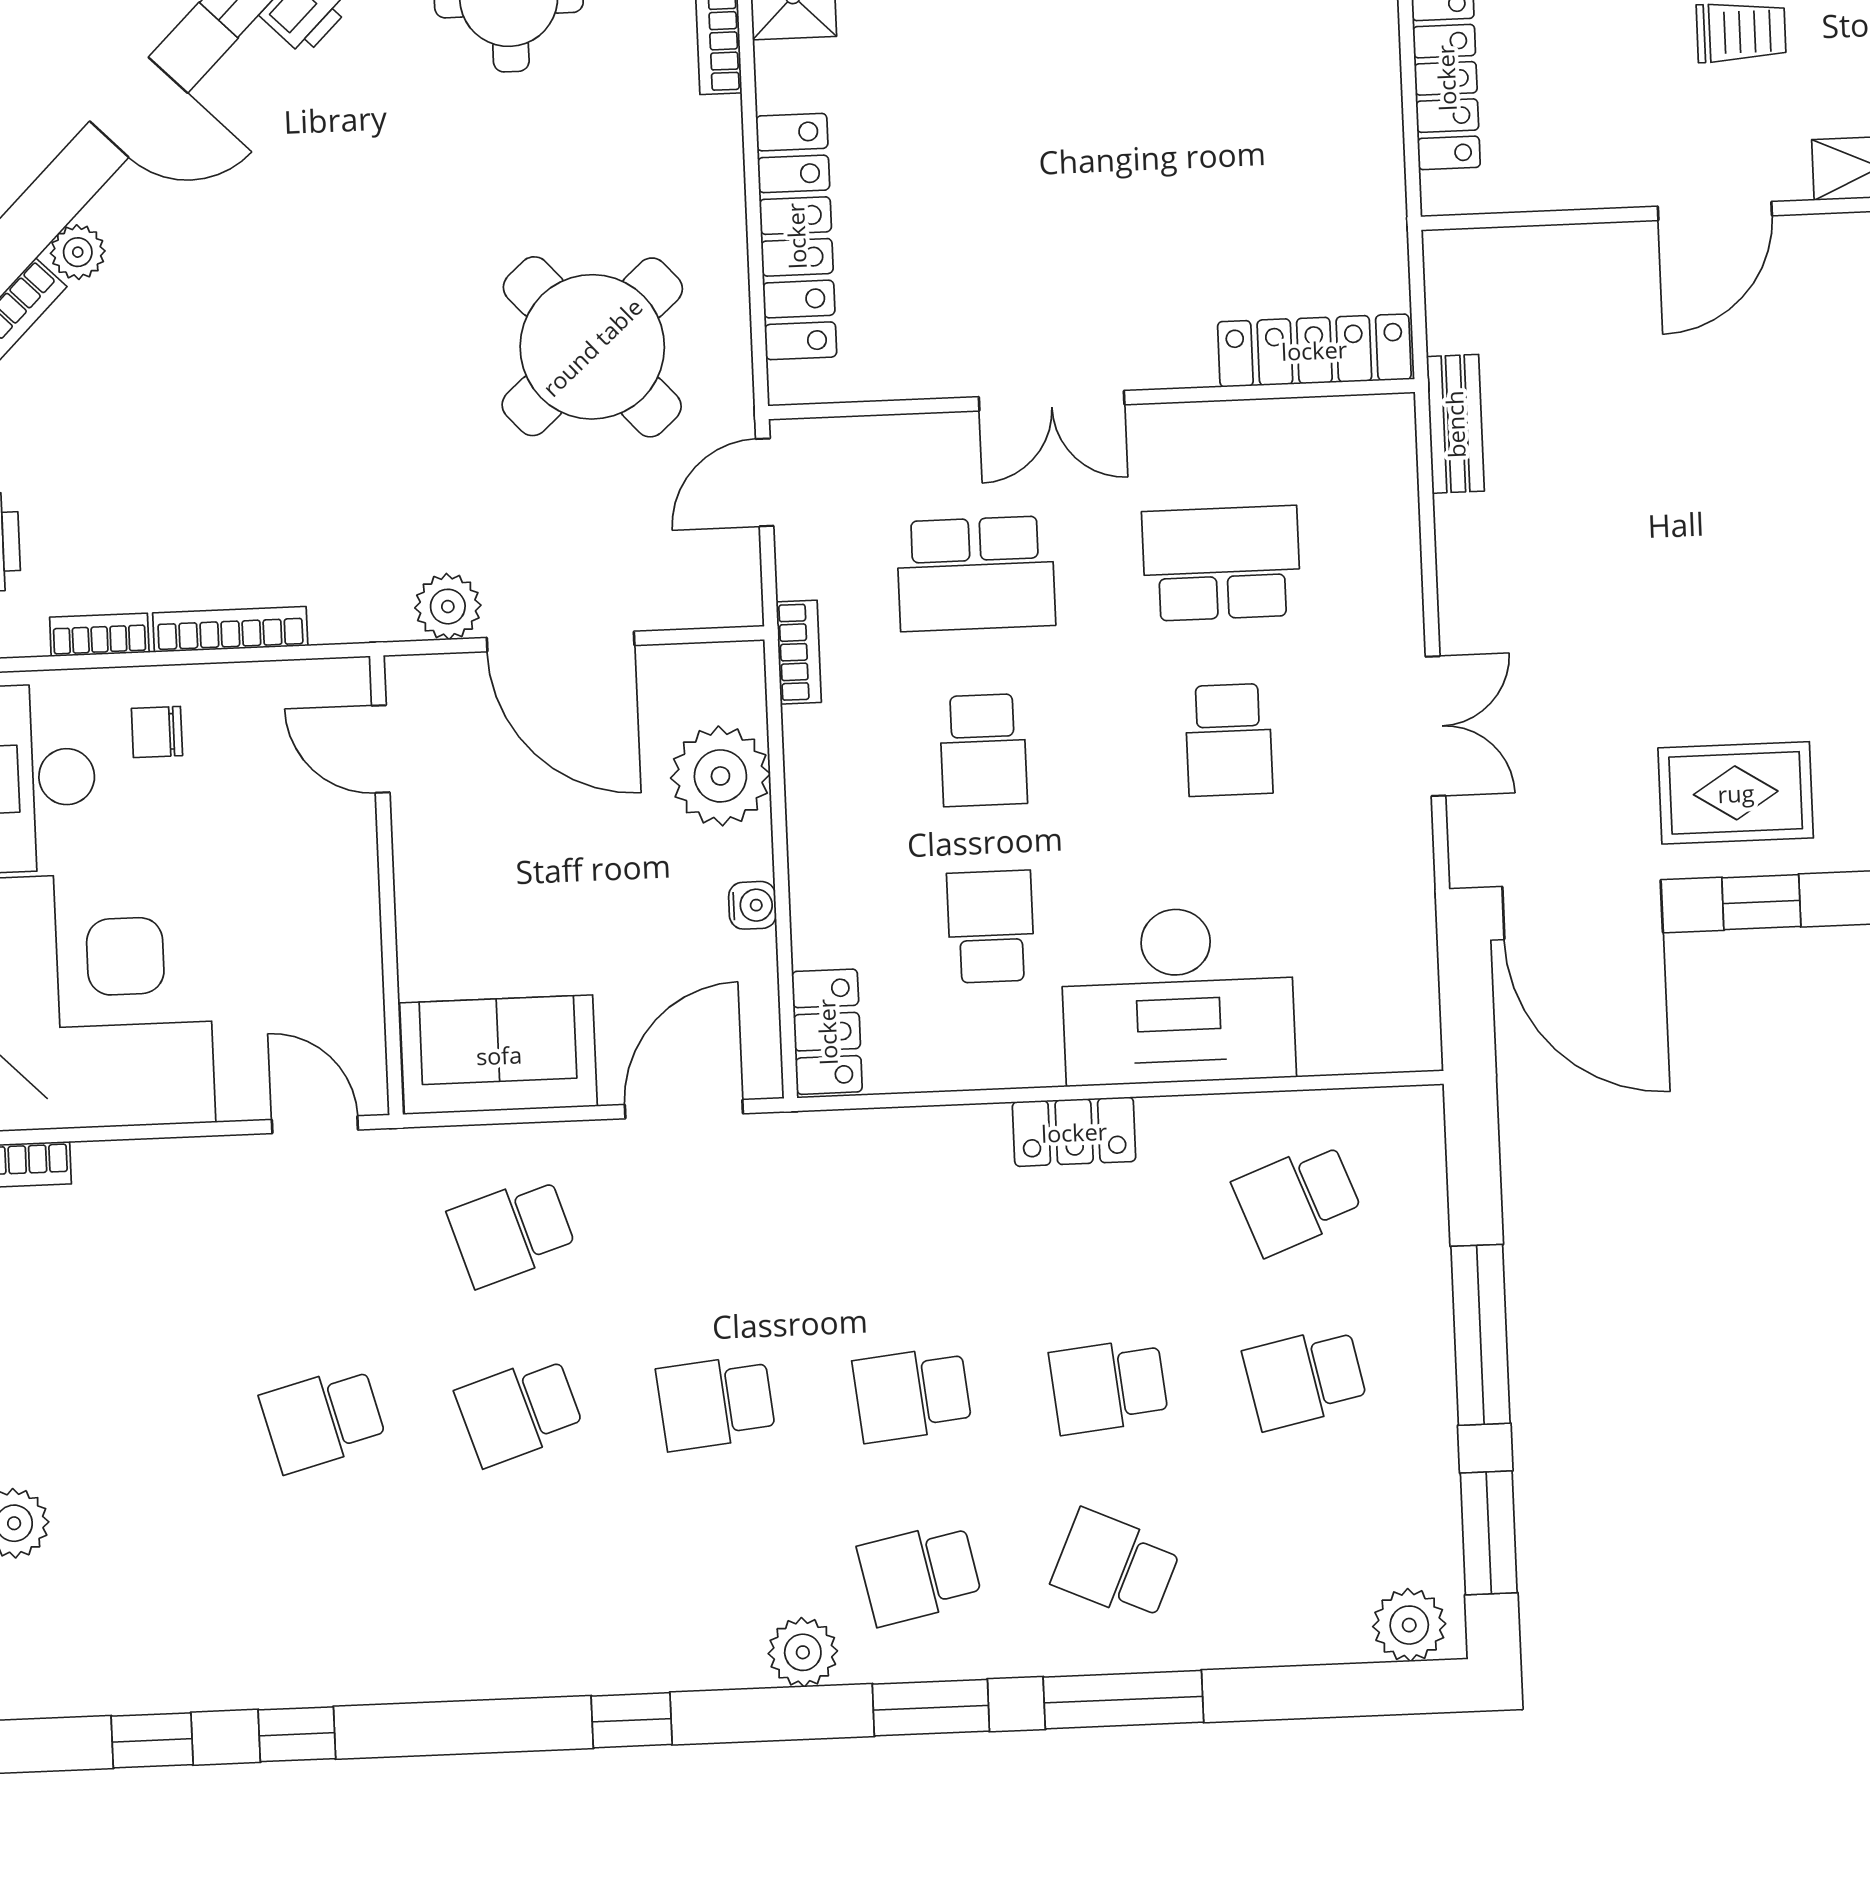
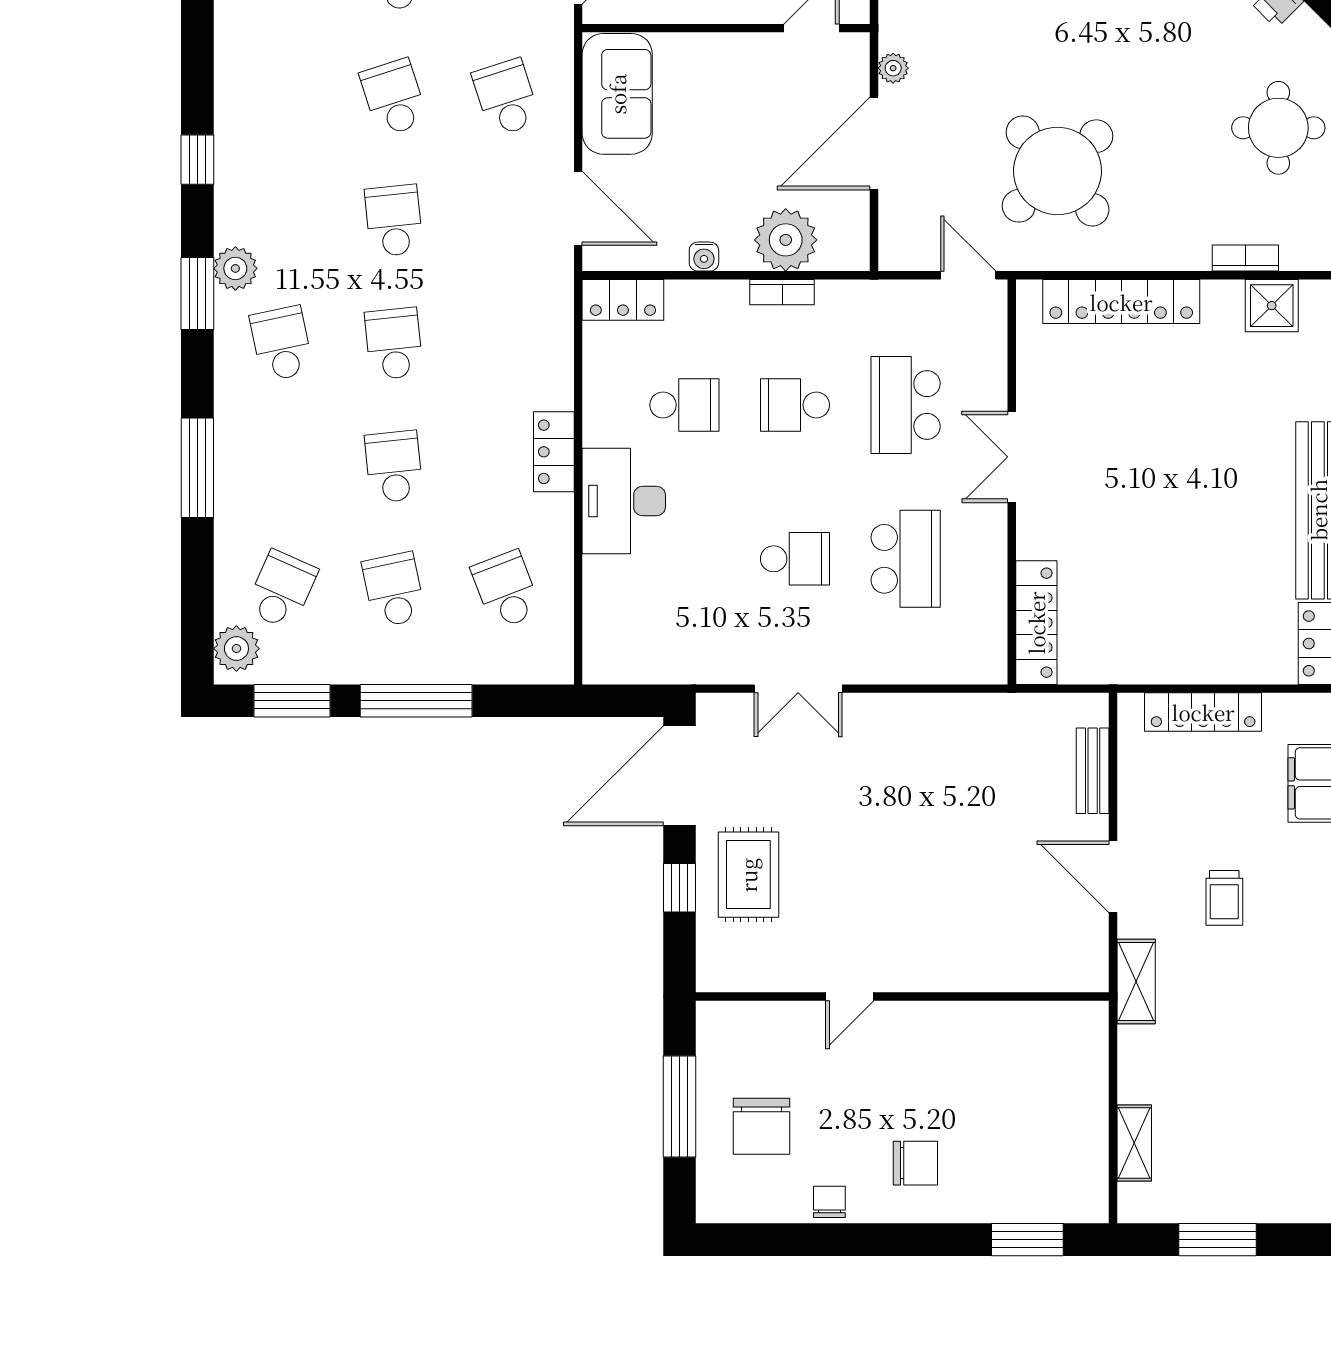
bench: (1455, 424) -> (1093, 771), moved, turned 90
plant: (448, 607) -> (893, 68), width x0.73, depth x0.73
bookcase: (799, 652) -> (782, 292), moved
school desk: (1229, 740) -> (795, 559), turned 180
desk: (1178, 996) -> (624, 501), width x0.73, depth x0.77
school desk: (1116, 1565) -> (282, 590), moved
window: (931, 1708) -> (197, 293), moved

